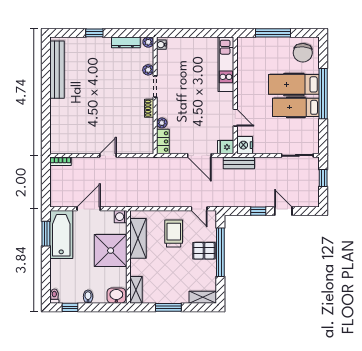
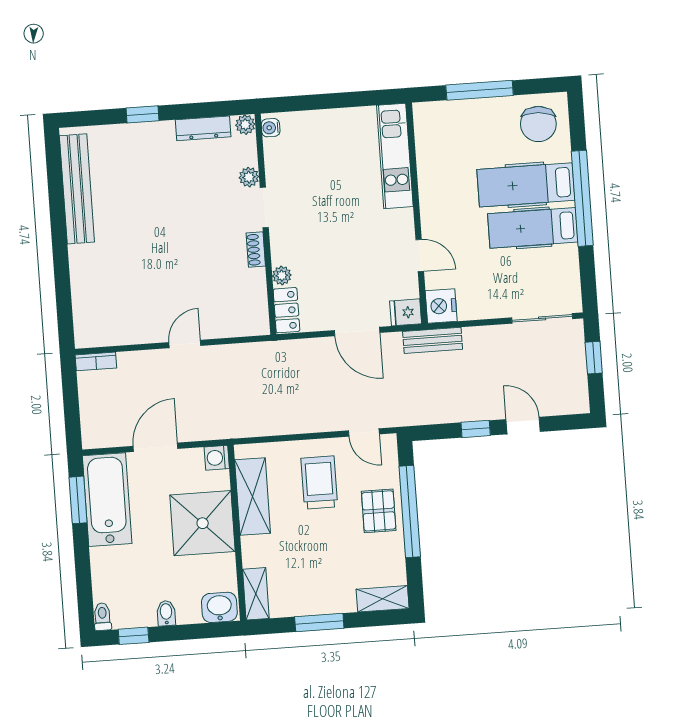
pallet: (204, 251) -> (379, 511), turned 90

